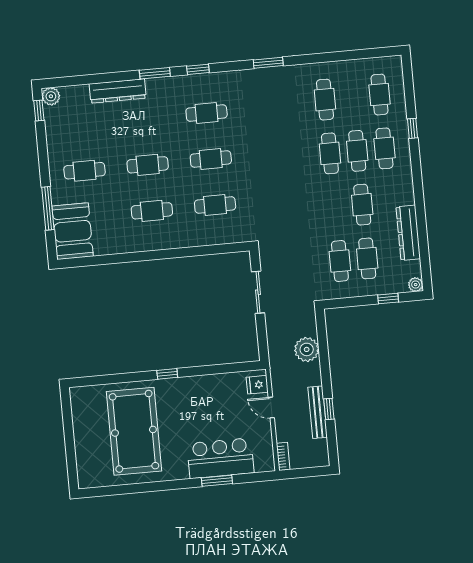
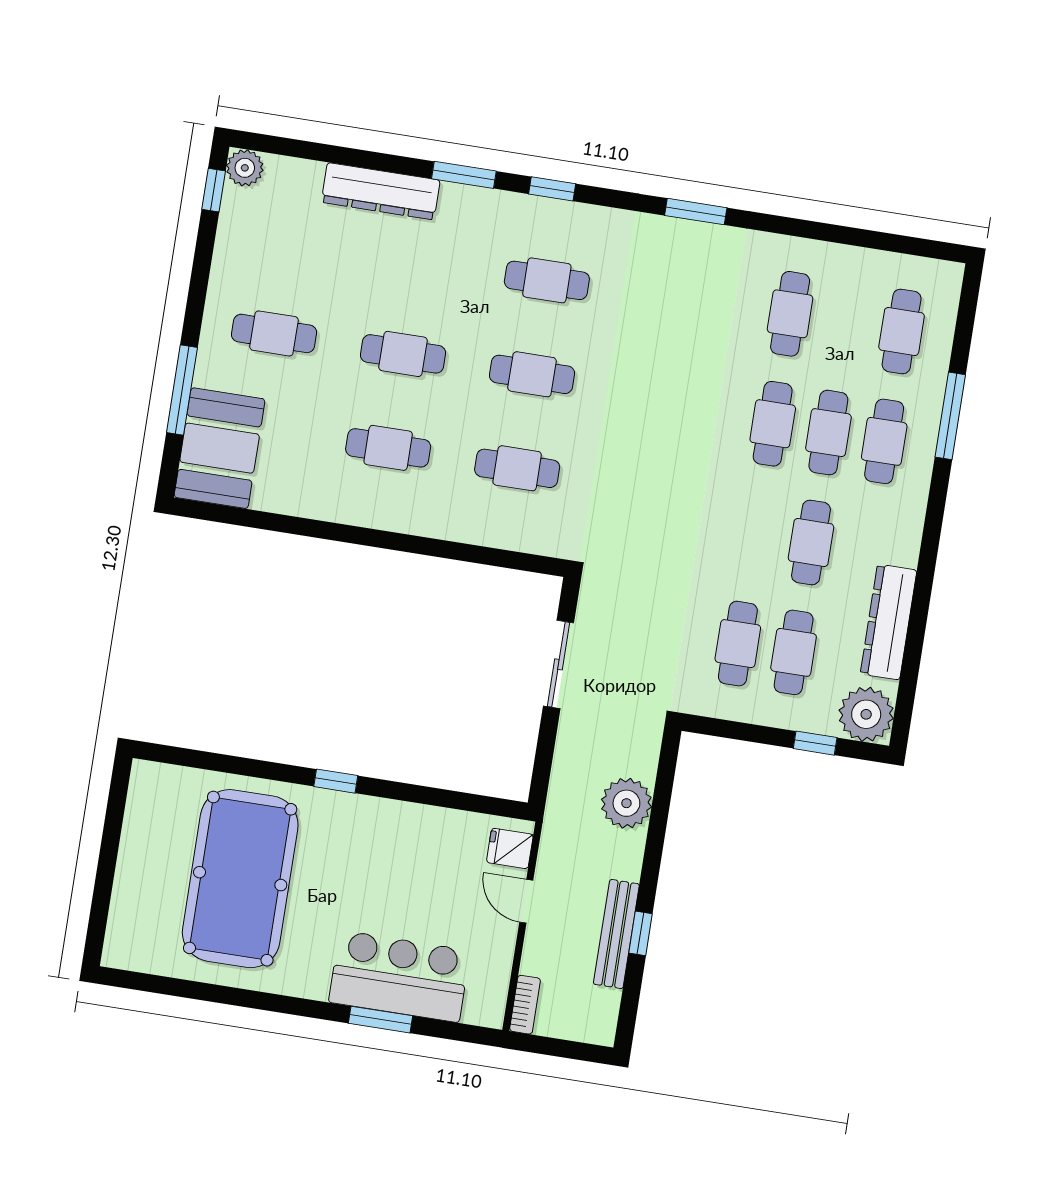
window: (413, 128) -> (950, 416), width x2.17
plant: (416, 285) -> (866, 714), width x1.87, depth x1.87

